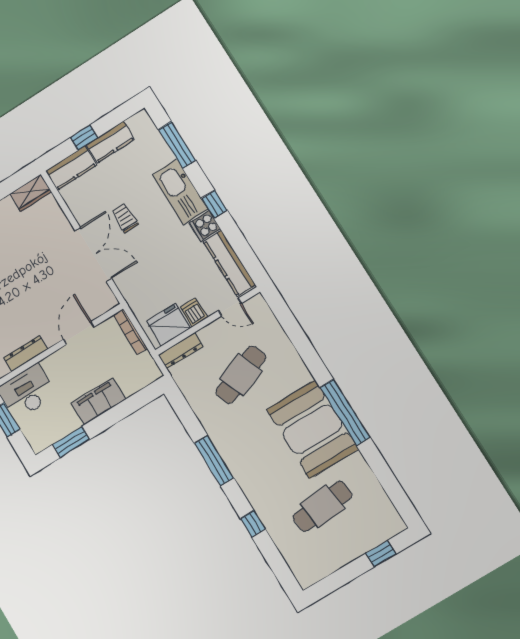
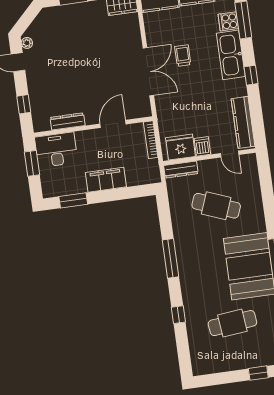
cooker: (205, 226) -> (228, 21), moved
cafe table: (241, 375) -> (216, 206), turned 42

